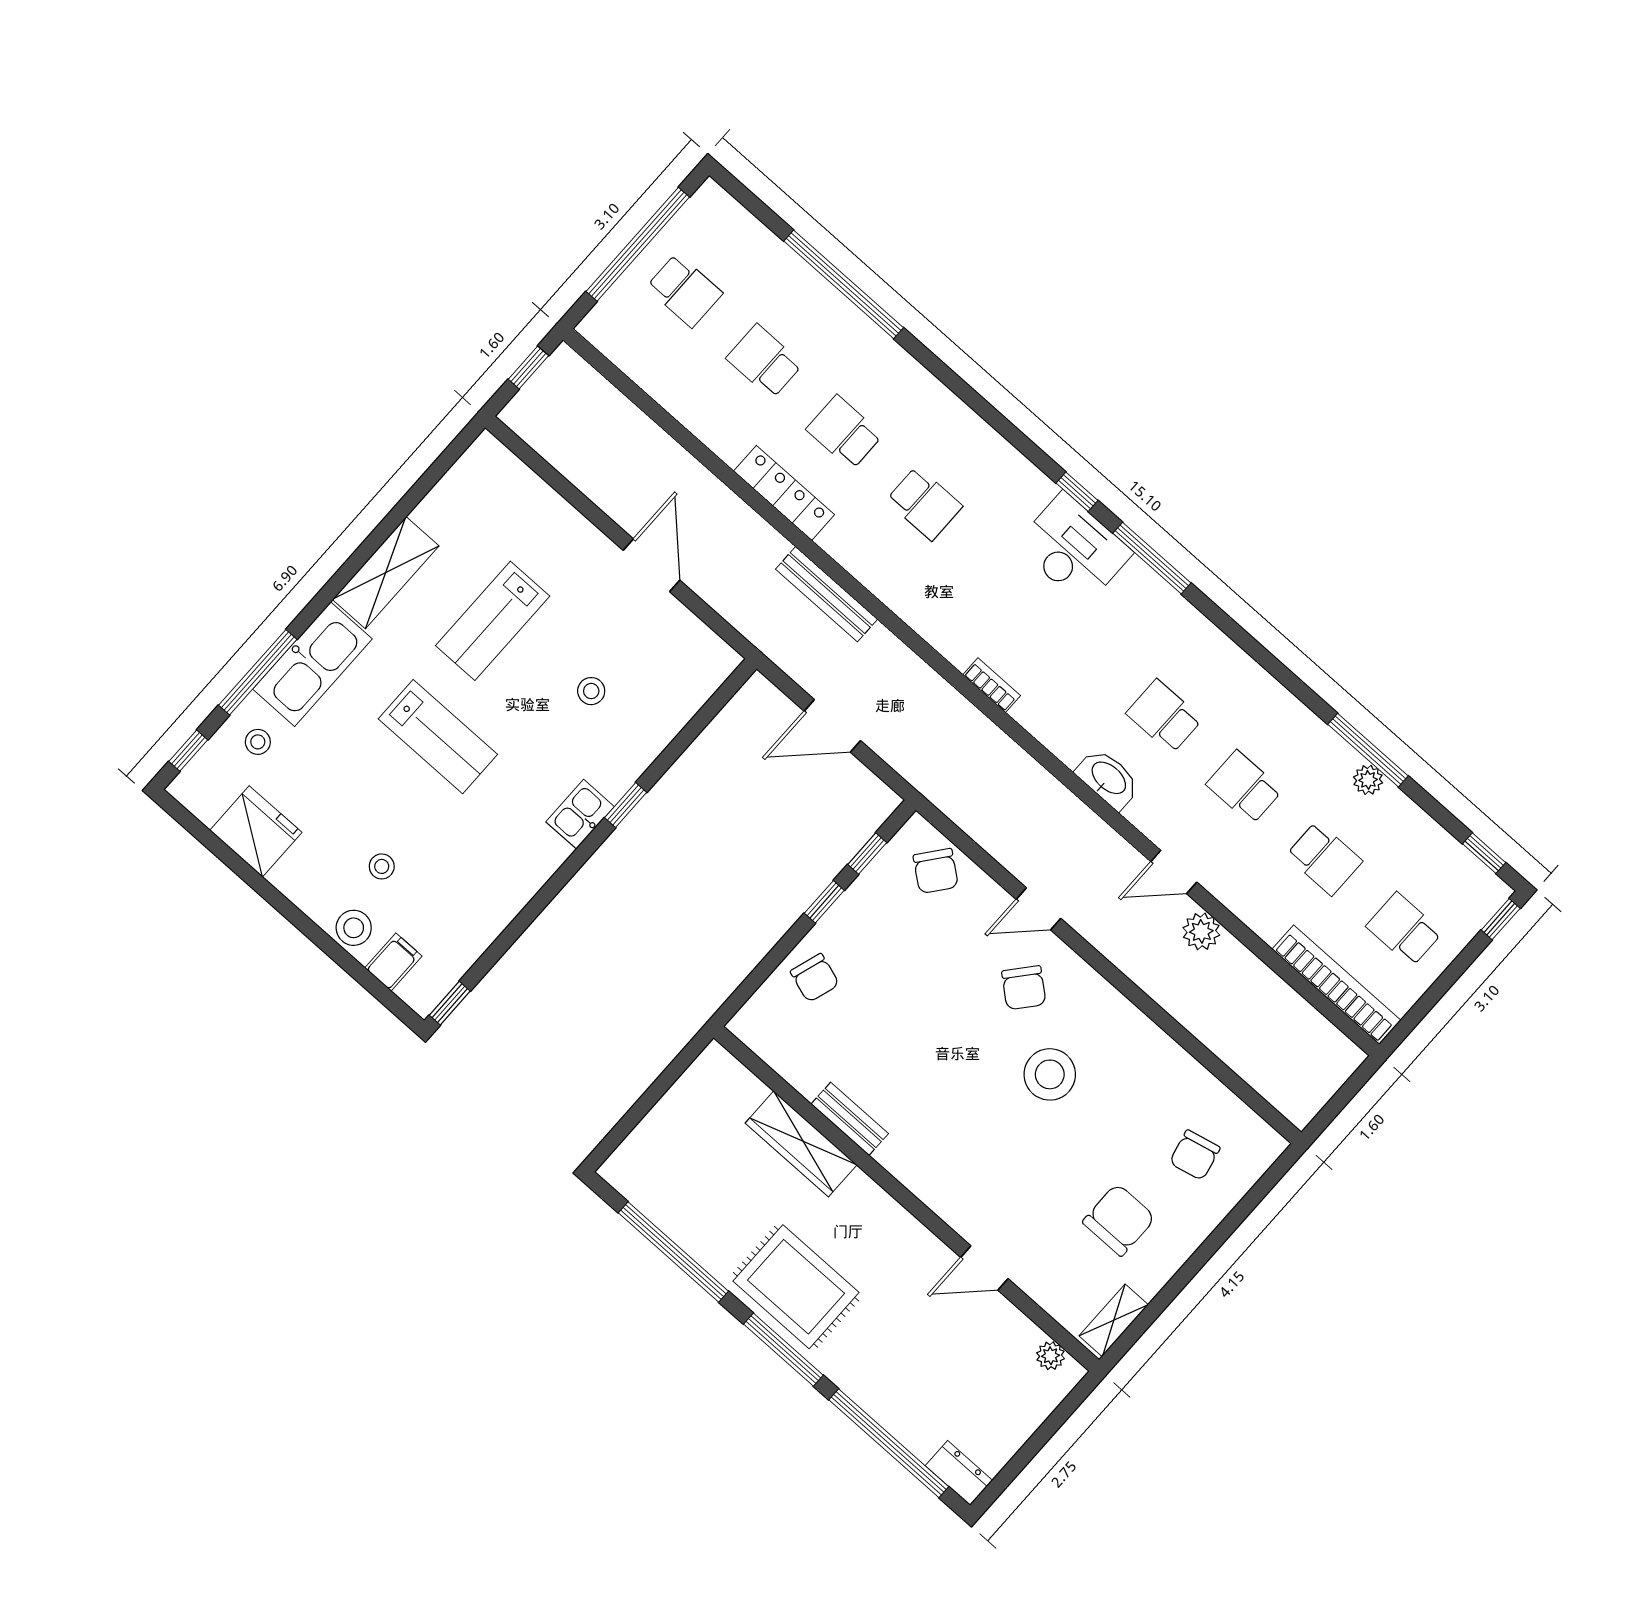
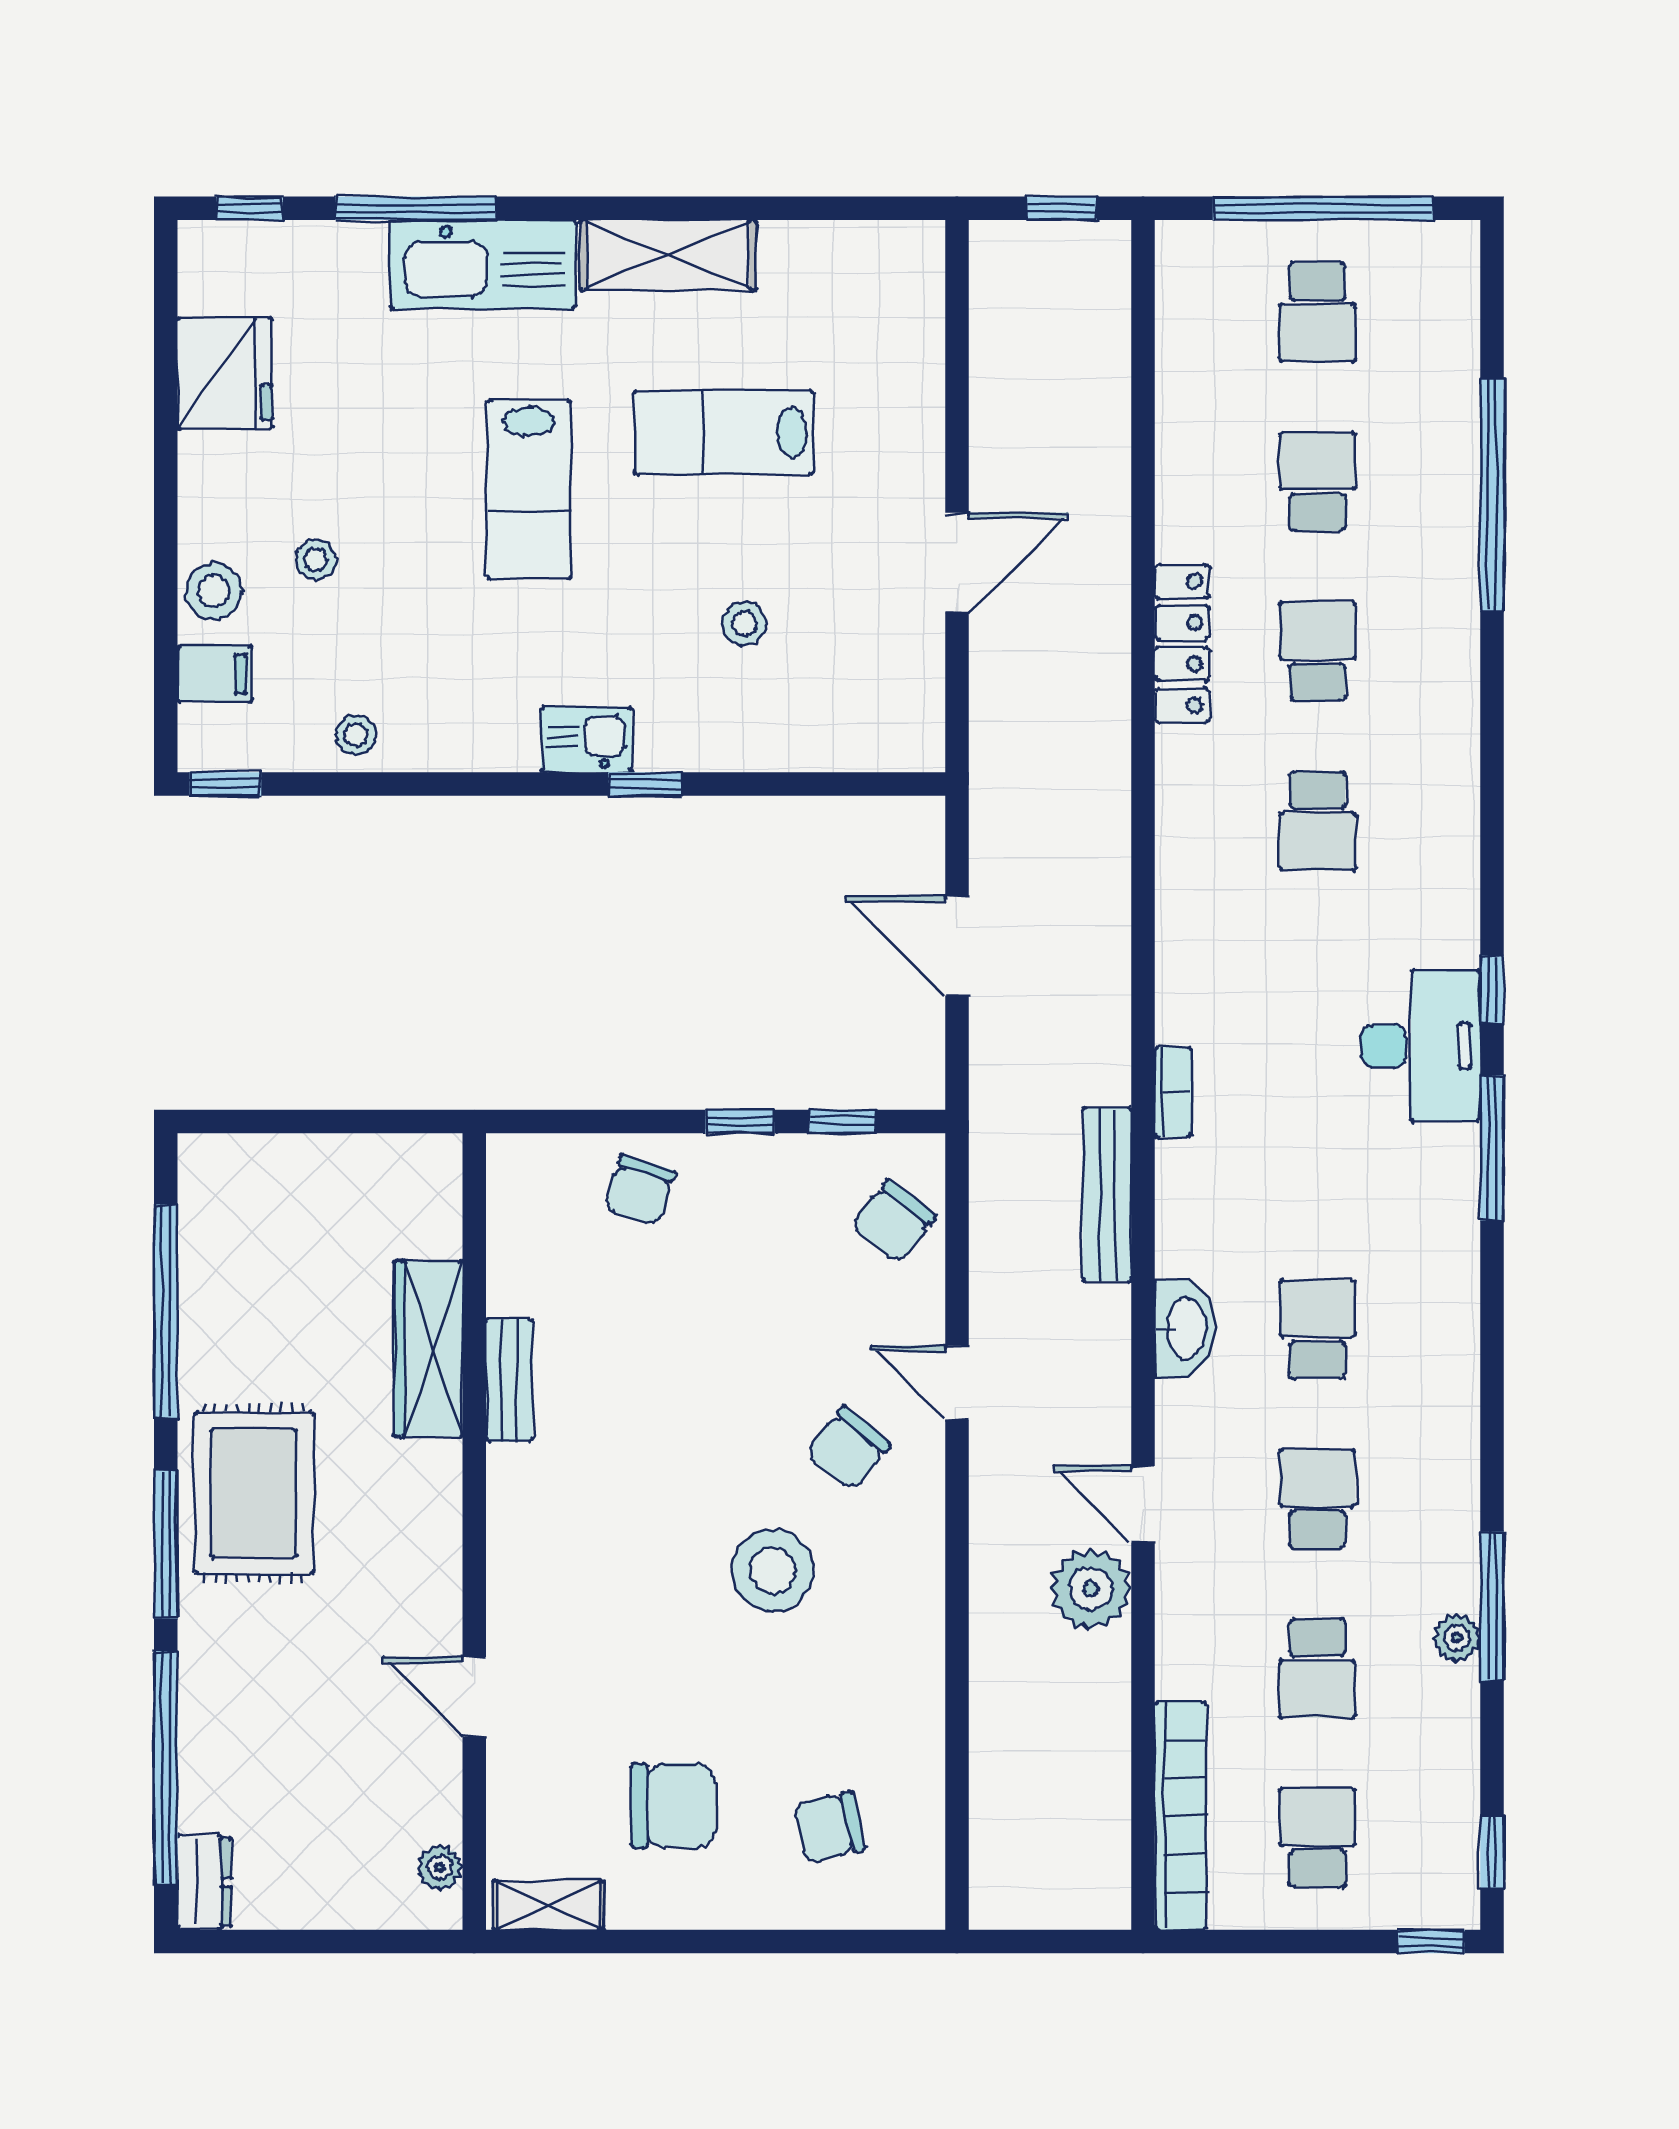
bench: (827, 594) -> (1107, 1195), moved
stool: (258, 742) -> (356, 735), moved
plant: (1201, 931) -> (1091, 1589), width x1.36, depth x1.36

